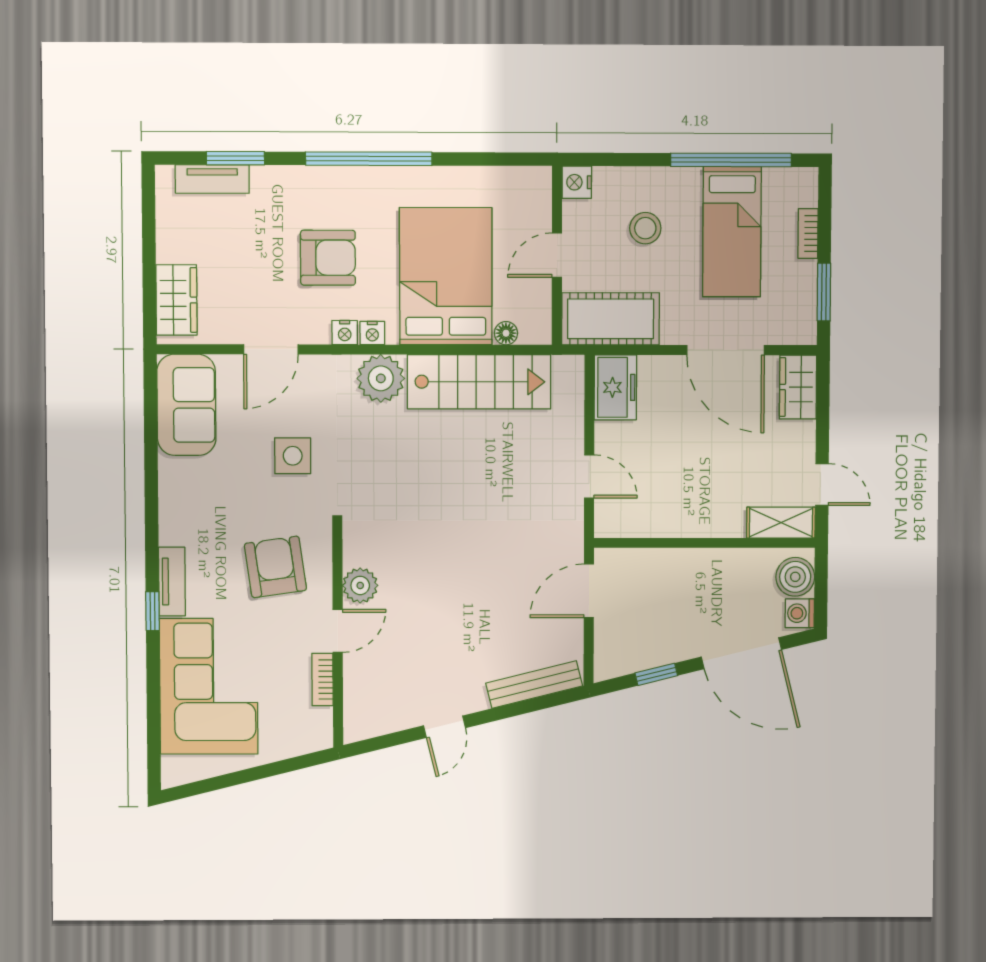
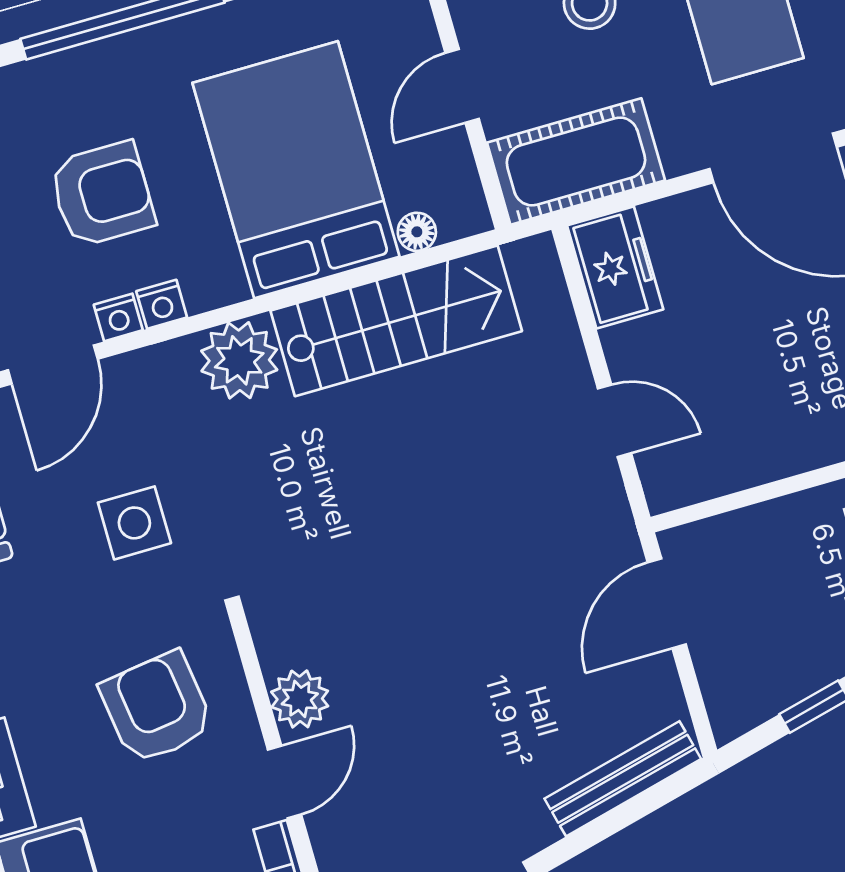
nightstand: (372, 333) -> (118, 317), moved

